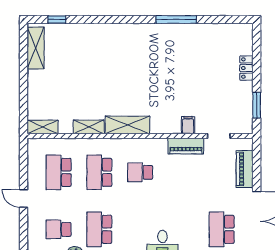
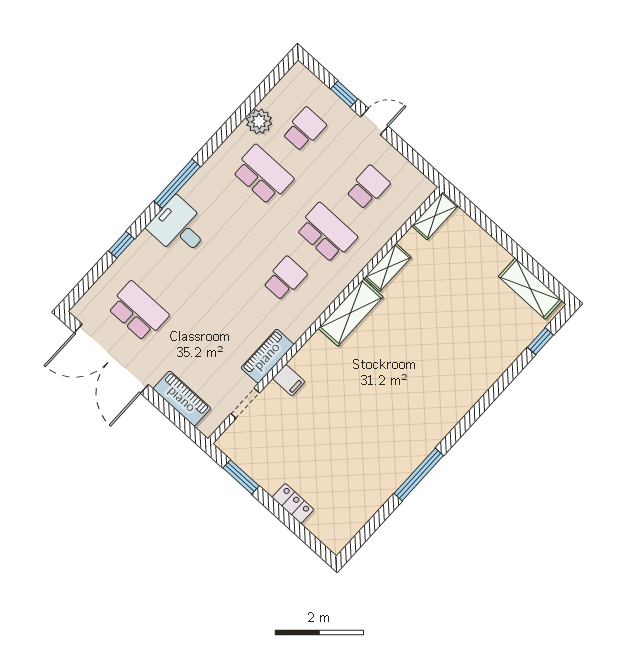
school desk: (59, 172) -> (368, 187), width x0.54
window: (24, 226) -> (344, 94), added

